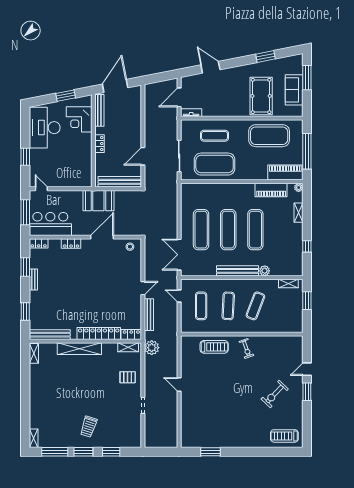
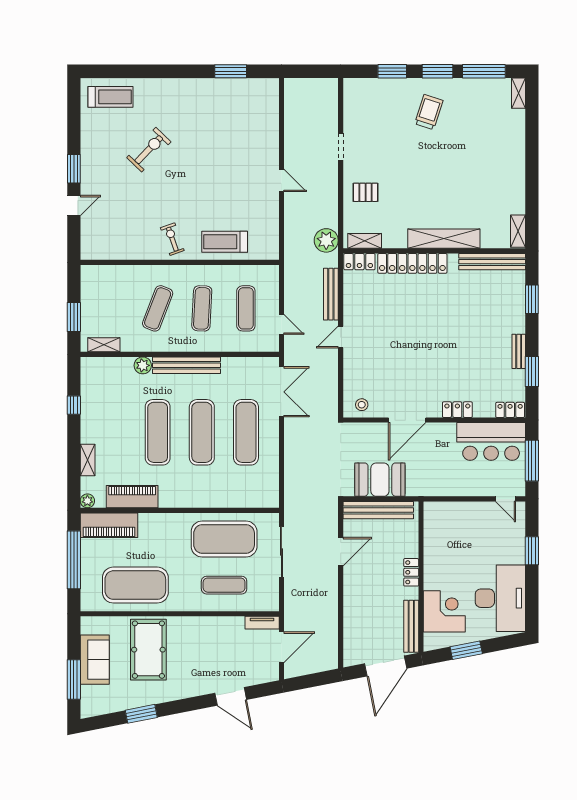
booth: (98, 201) -> (380, 480), moved
exercise bike: (275, 394) -> (149, 150), moved

